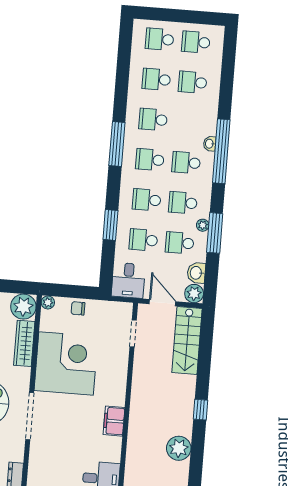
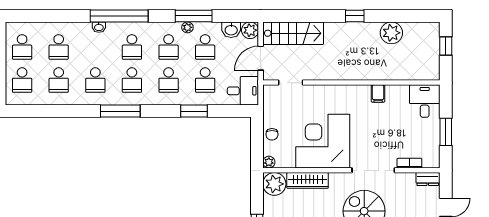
washbasin: (210, 144) -> (99, 27), moved
filing cabinet: (114, 421) -> (378, 94), width x0.50
bookcase: (34, 457) -> (409, 163), added

